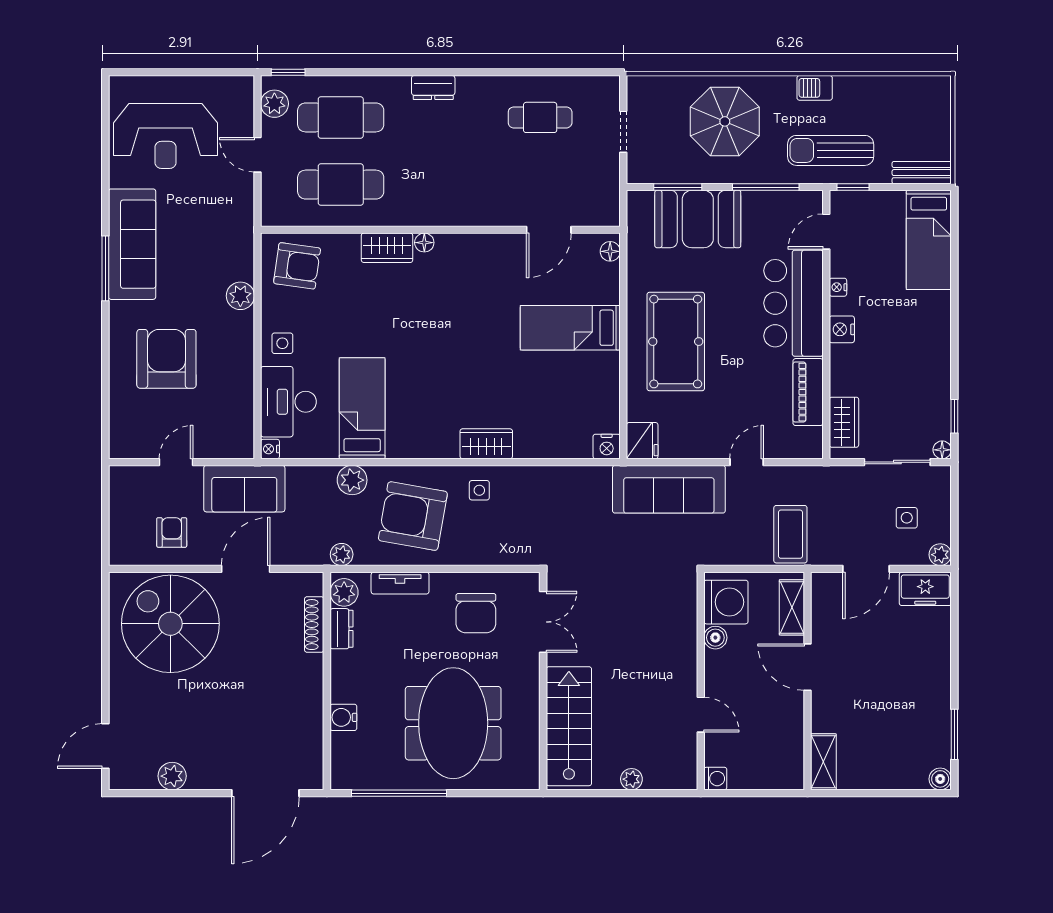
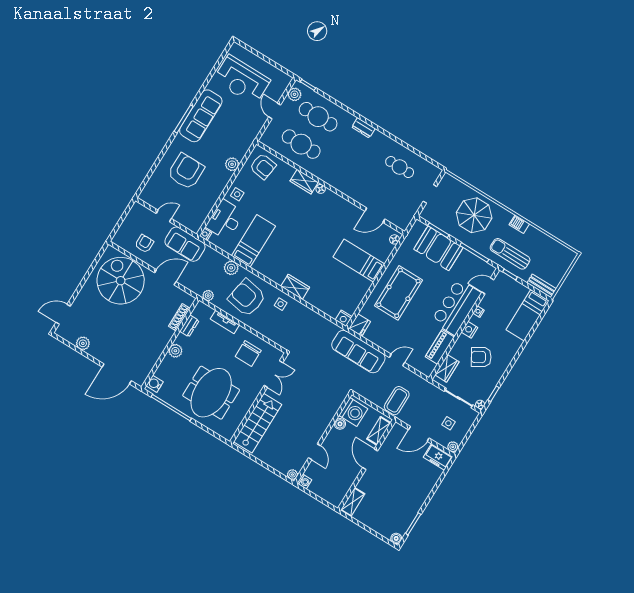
armchair: (892, 365) -> (481, 357), added
plant: (344, 592) -> (175, 351), moved
water cooler: (343, 717) -> (155, 384), moved
plant: (631, 779) -> (292, 475), moved

